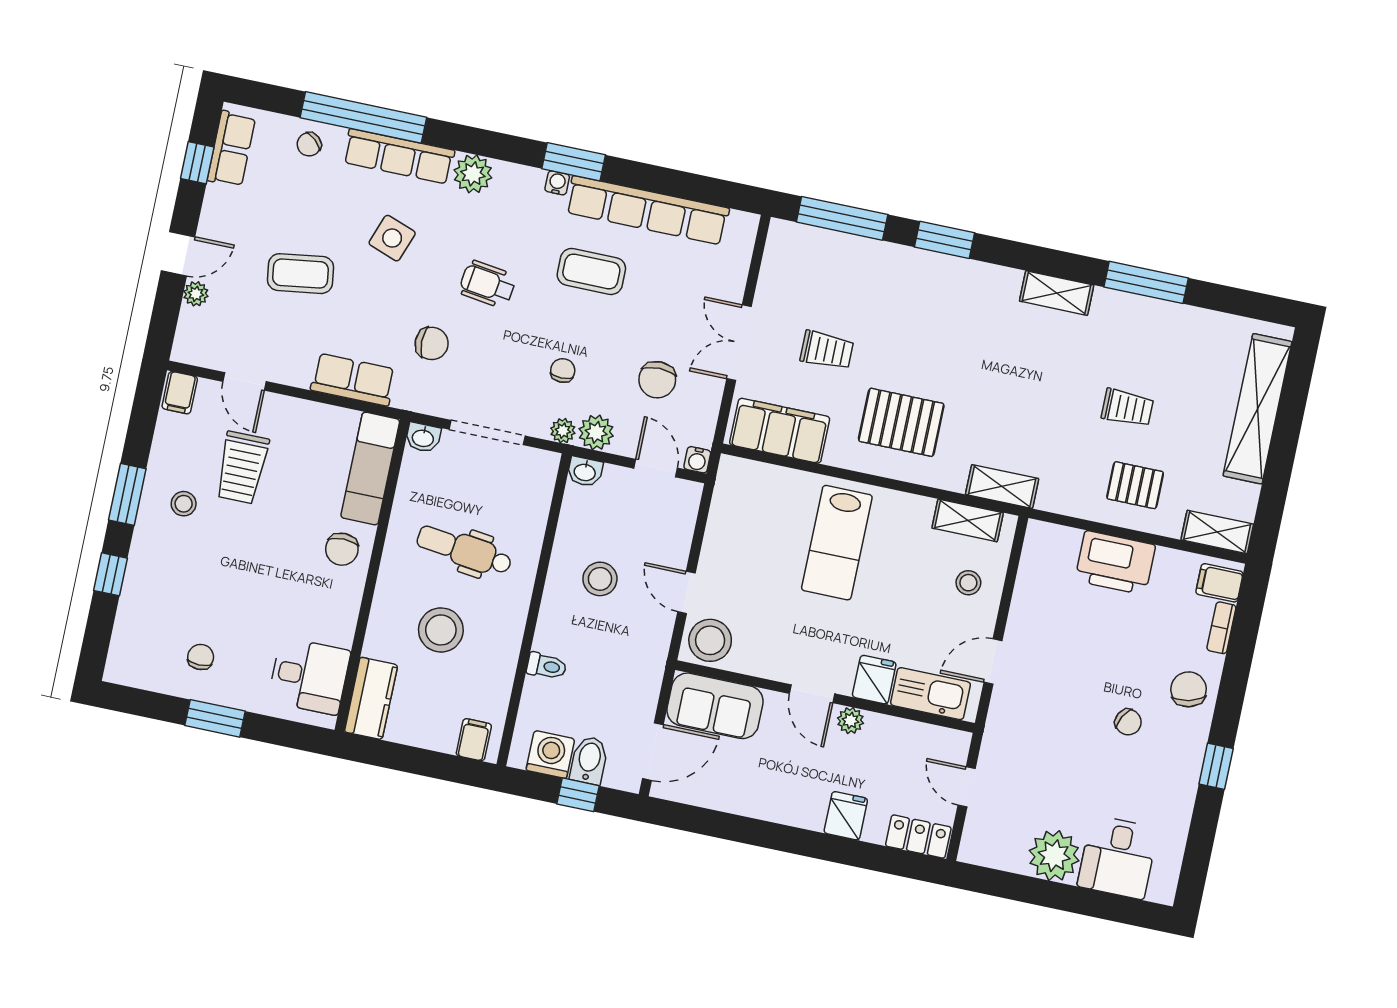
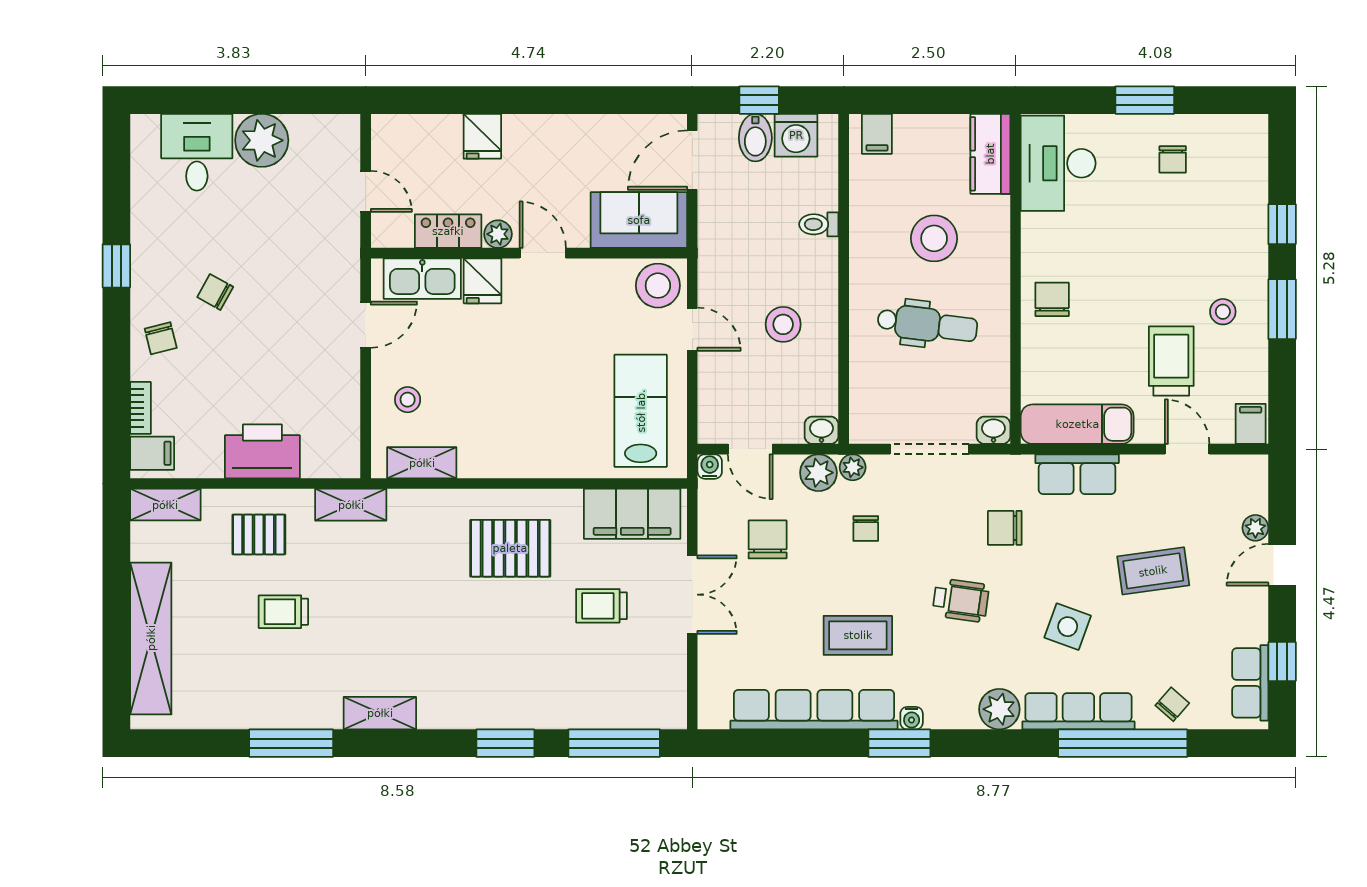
exam couch: (370, 468) -> (1077, 424), moved, turned -90
shelving: (1002, 486) -> (351, 505), moved
lab bench: (837, 543) -> (641, 411), moved
desk: (309, 676) -> (1058, 163), width x1.37
chair: (1189, 689) -> (161, 338), width x0.73, depth x0.73
locker: (918, 837) -> (448, 231), moved, turned 180

